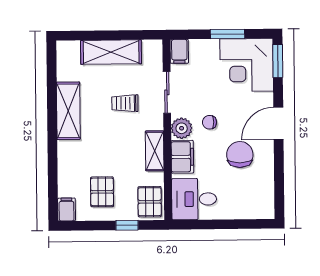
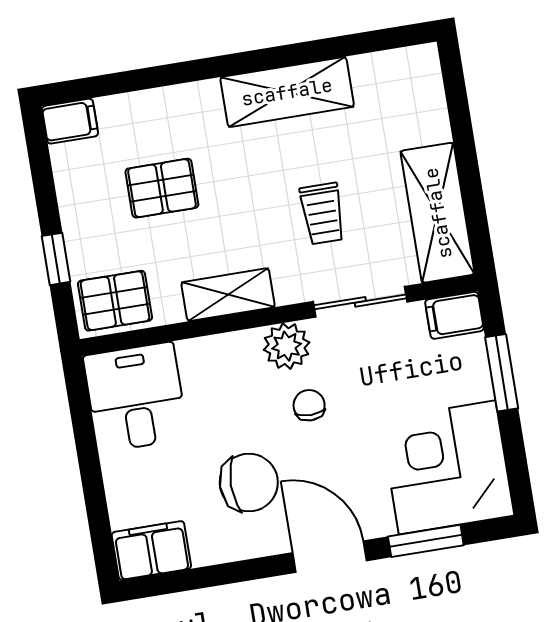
window: (228, 34) -> (502, 373), moved
shelving: (111, 52) -> (438, 213), moved
window: (278, 61) -> (426, 541), moved
trolley: (125, 103) -> (322, 214), turned 180
filing cabinet: (182, 157) -> (151, 550), moved, turned 180
pallet: (102, 192) -> (162, 188), moved

